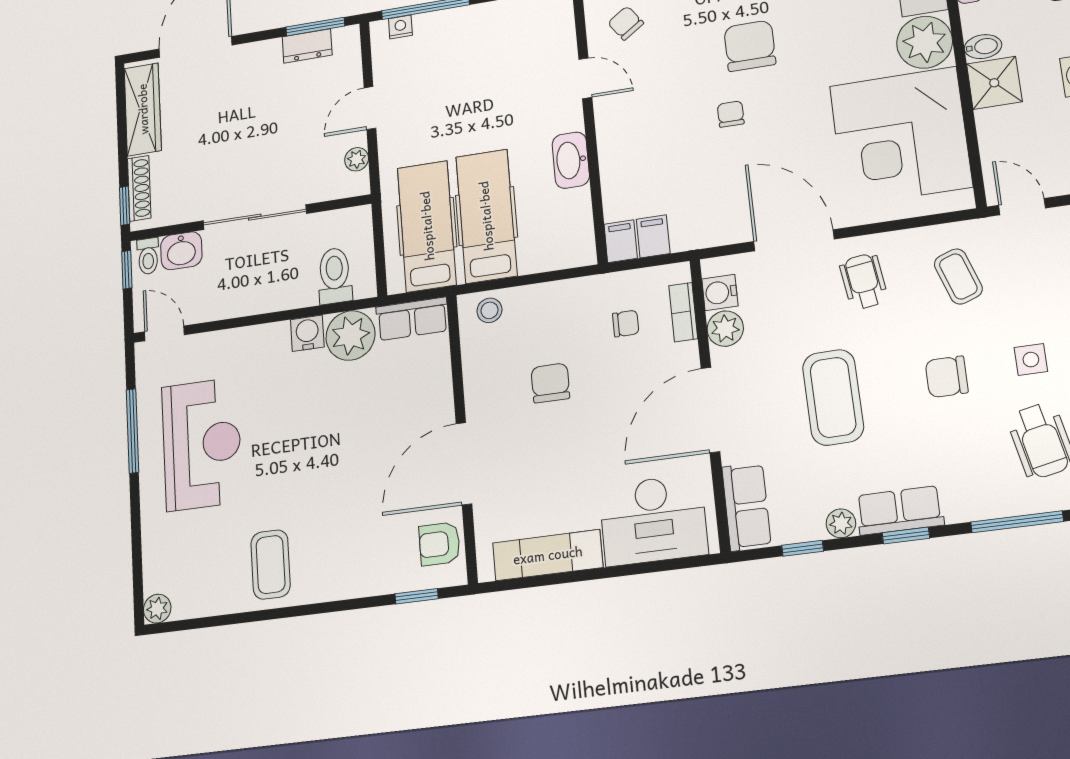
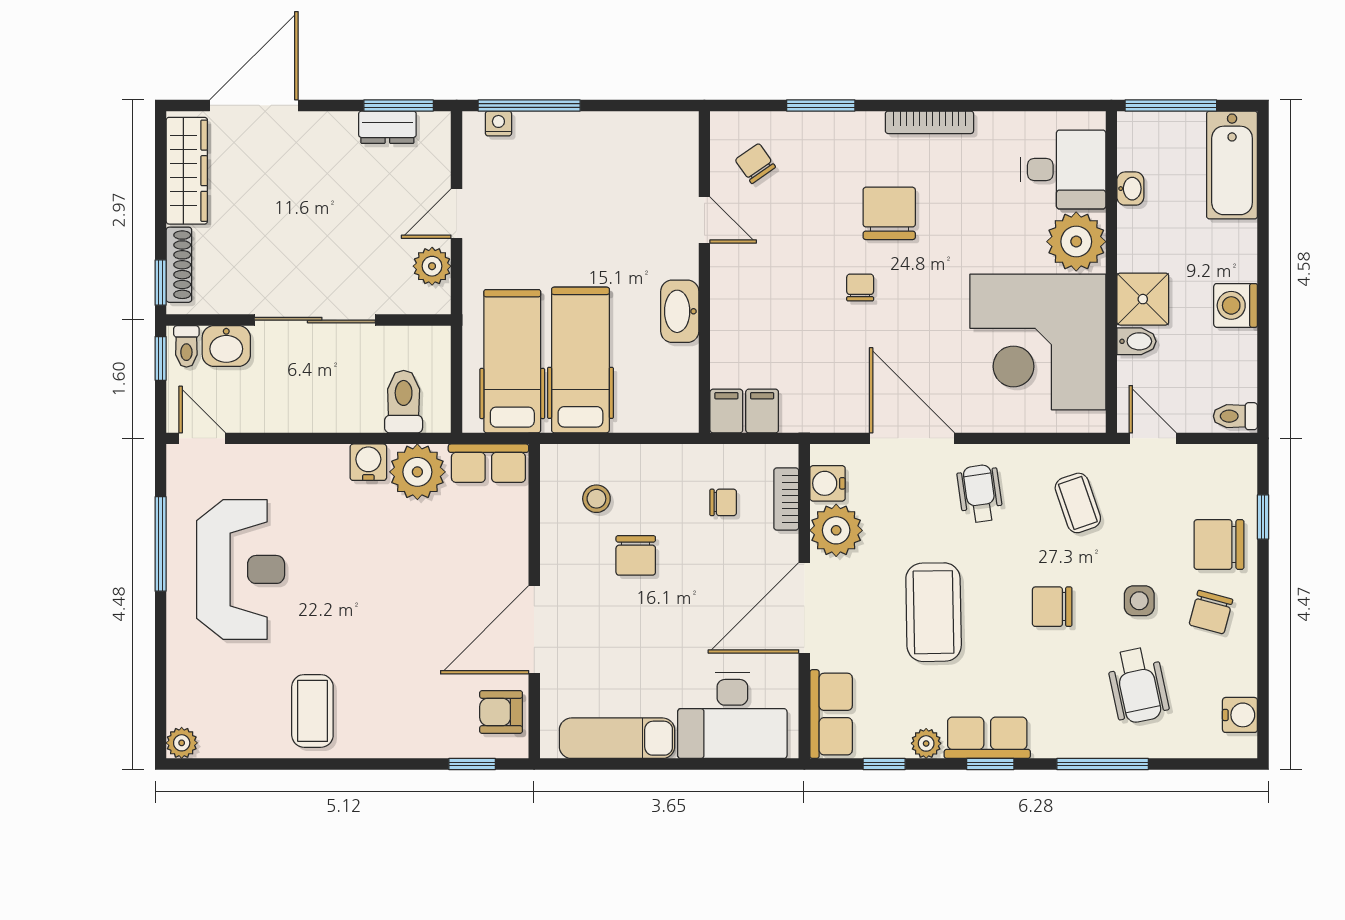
bidet: (983, 47) -> (1137, 341), moved
plant: (357, 159) -> (432, 266), width x1.38, depth x1.38
stool: (489, 310) -> (596, 499), moved
plant: (725, 329) -> (836, 530), width x1.36, depth x1.36
chair: (550, 383) -> (636, 555), turned 180

